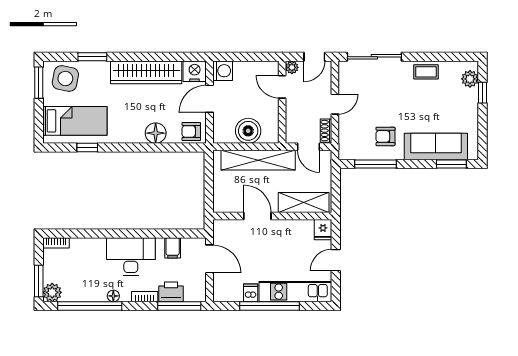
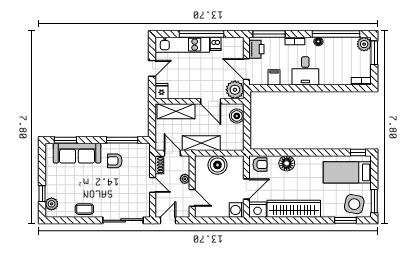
window: (92, 57) -> (345, 220), moved
plant: (292, 67) -> (185, 179), moved
door: (335, 104) -> (153, 185), swing flipped
armchair: (385, 136) -> (115, 161), turned 180
window: (87, 148) -> (358, 152), moved
shelving: (258, 160) -> (201, 143), width x0.68
boiler: (222, 196) -> (237, 116), added
plant: (225, 231) -> (235, 90), added
desk: (131, 257) -> (305, 71), width x0.73
printer: (171, 292) -> (256, 49), moved, turned -90

